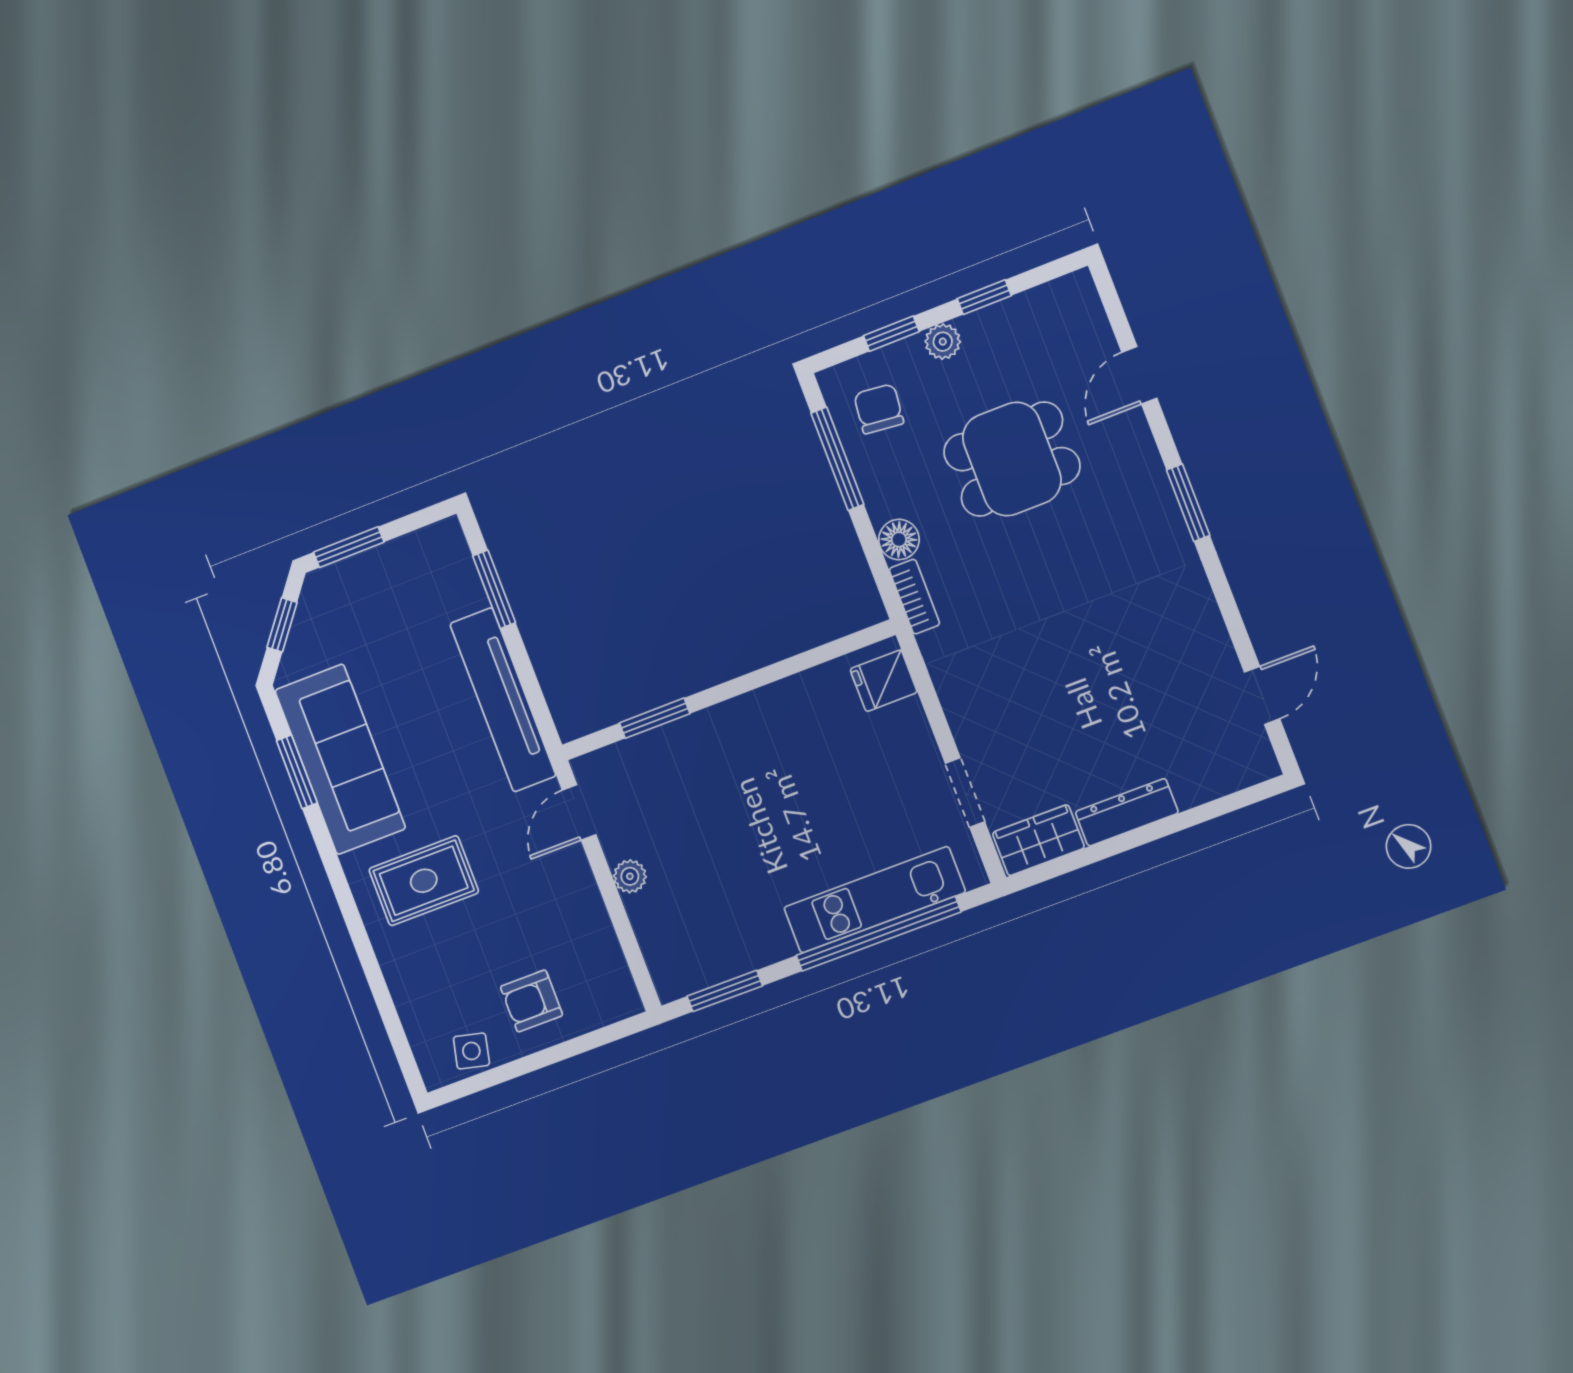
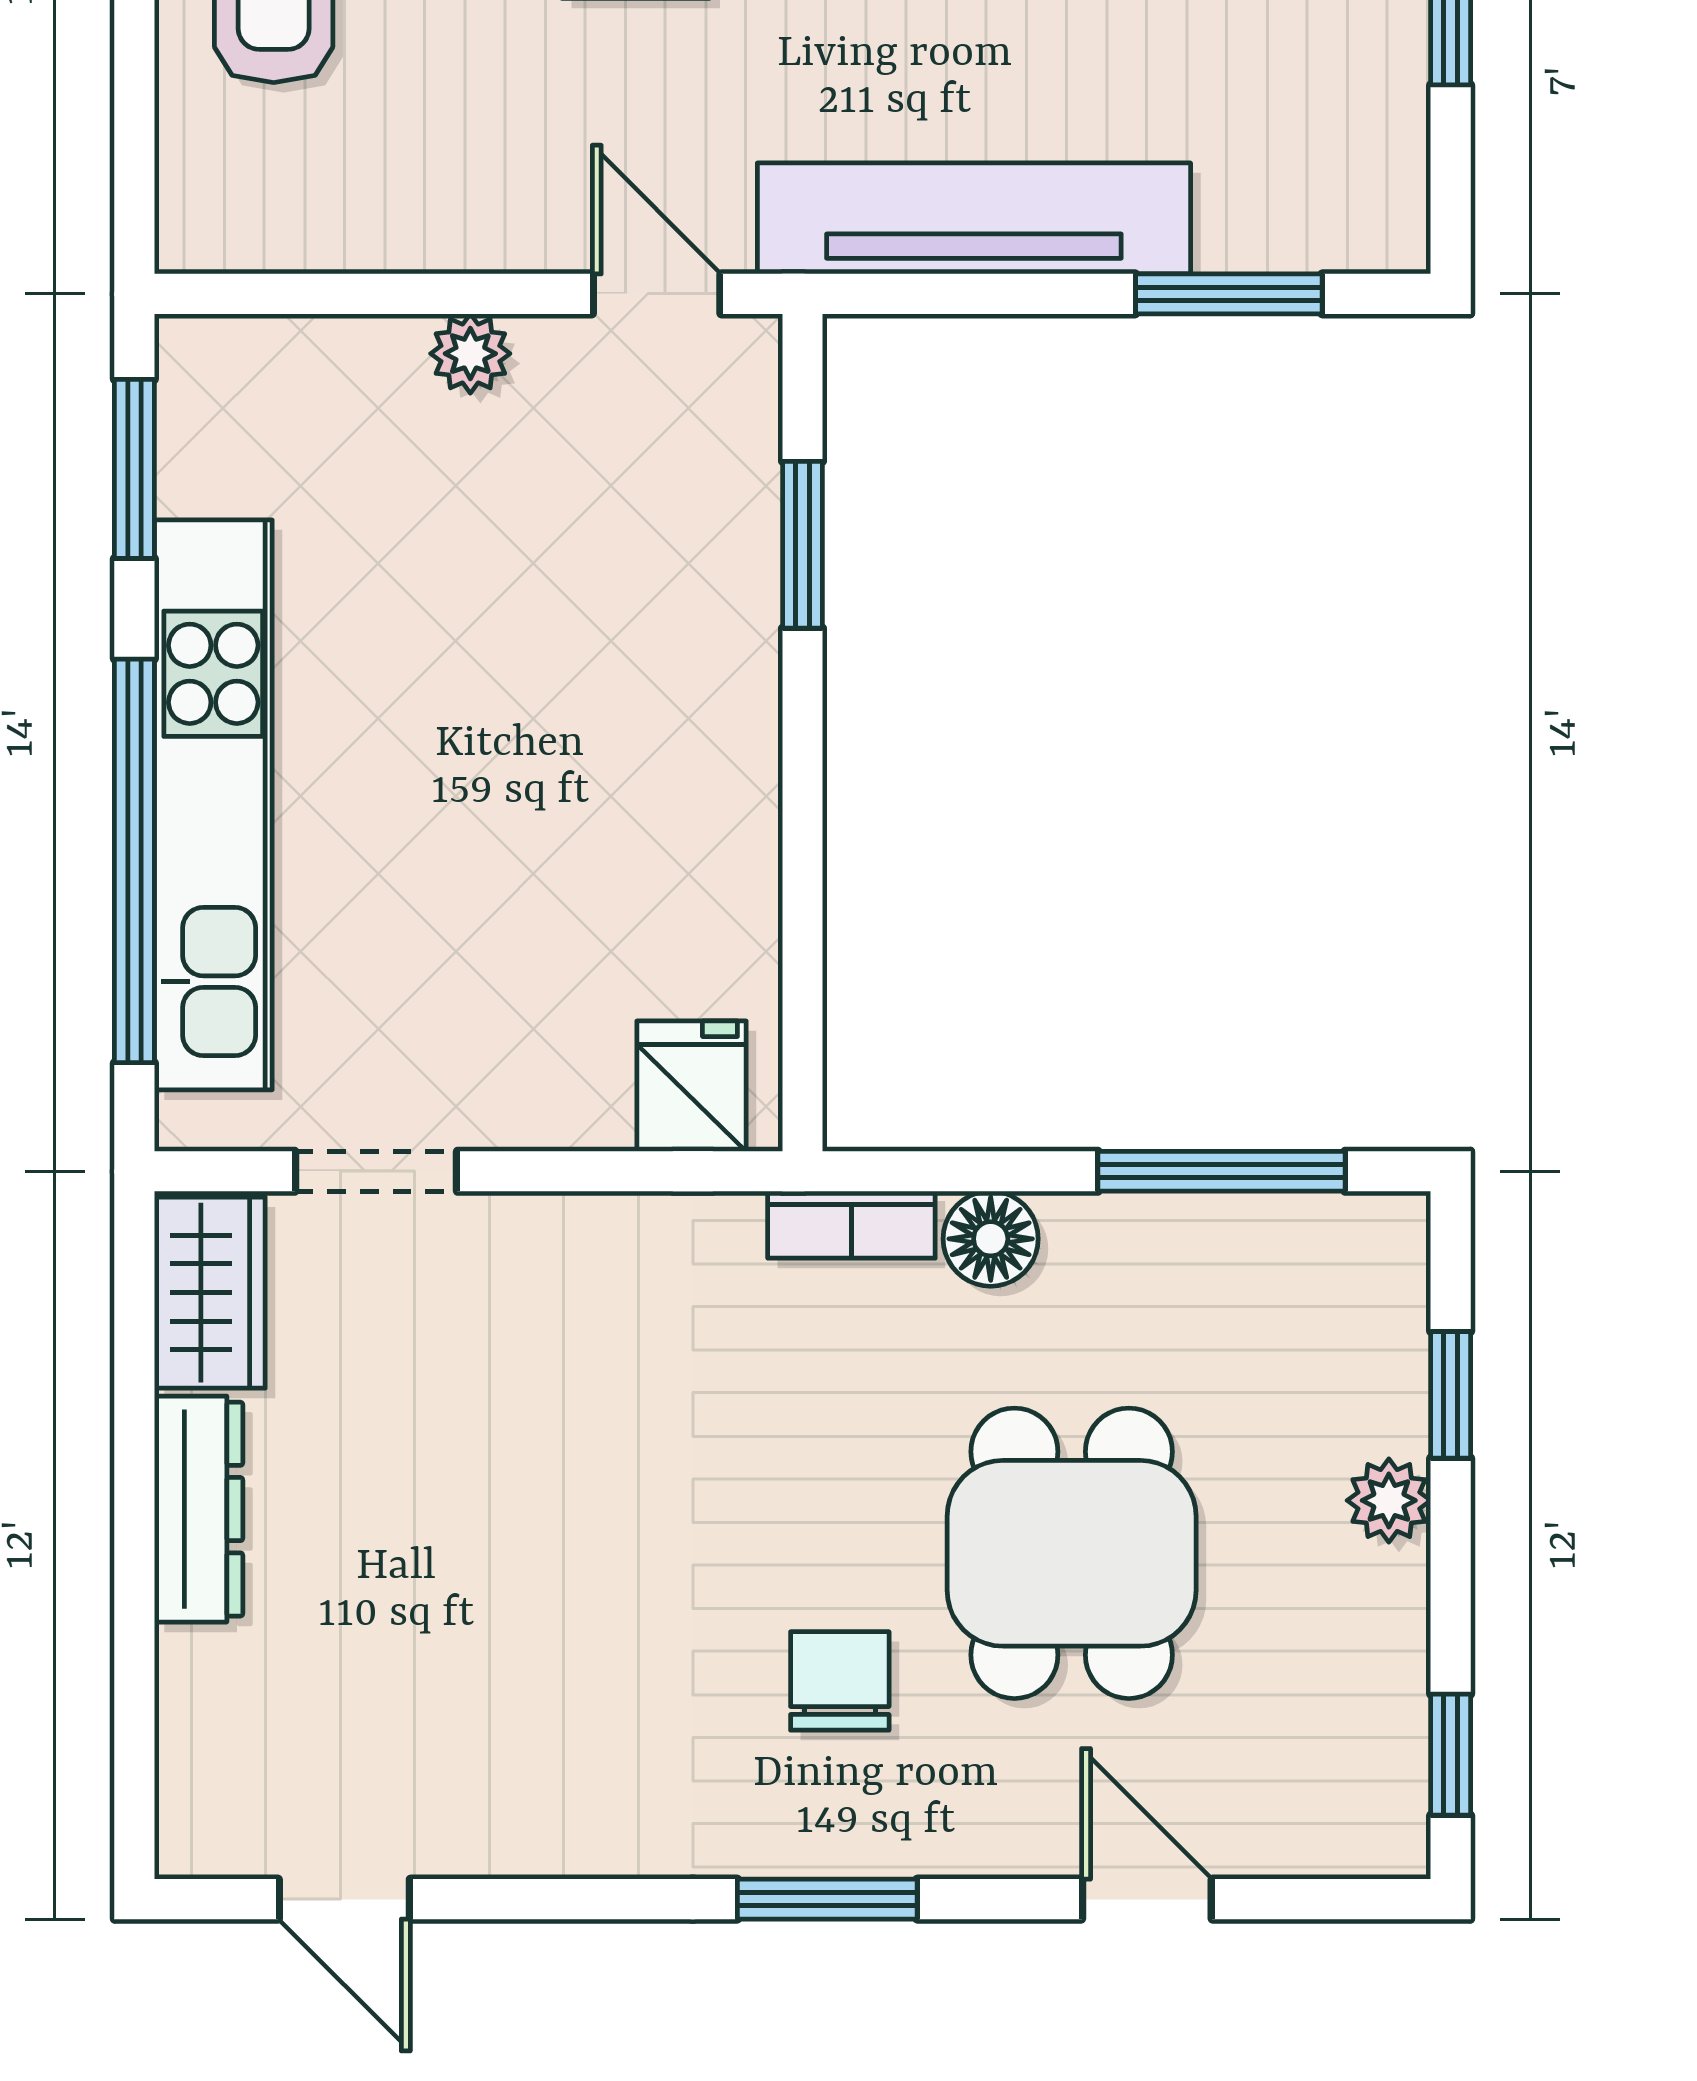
window: (984, 297) -> (1451, 1755), moved
chair: (879, 409) -> (840, 1681), moved, turned -96
kitchen unit: (875, 900) -> (213, 805), width x1.36

